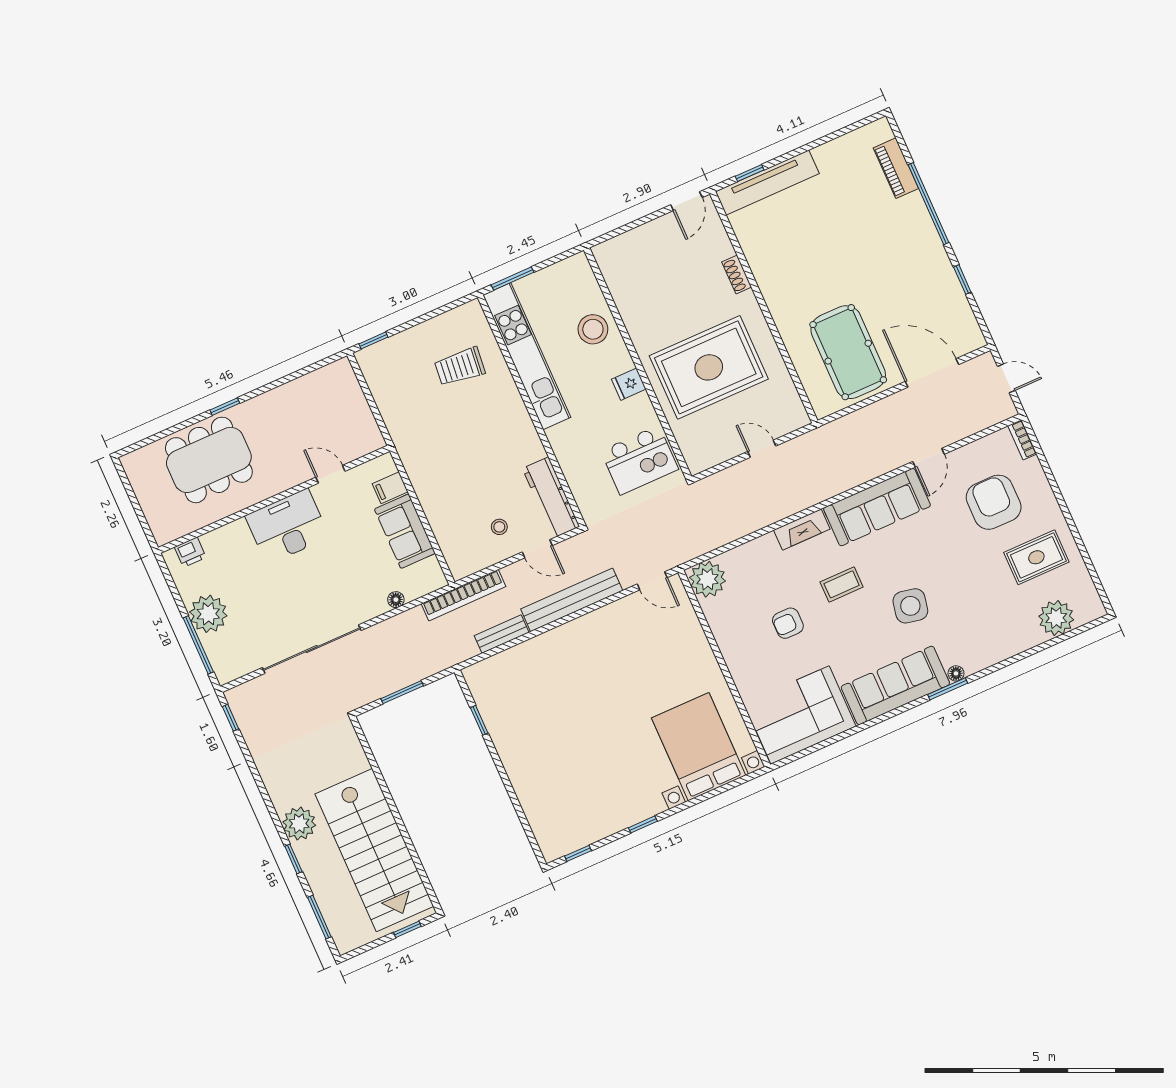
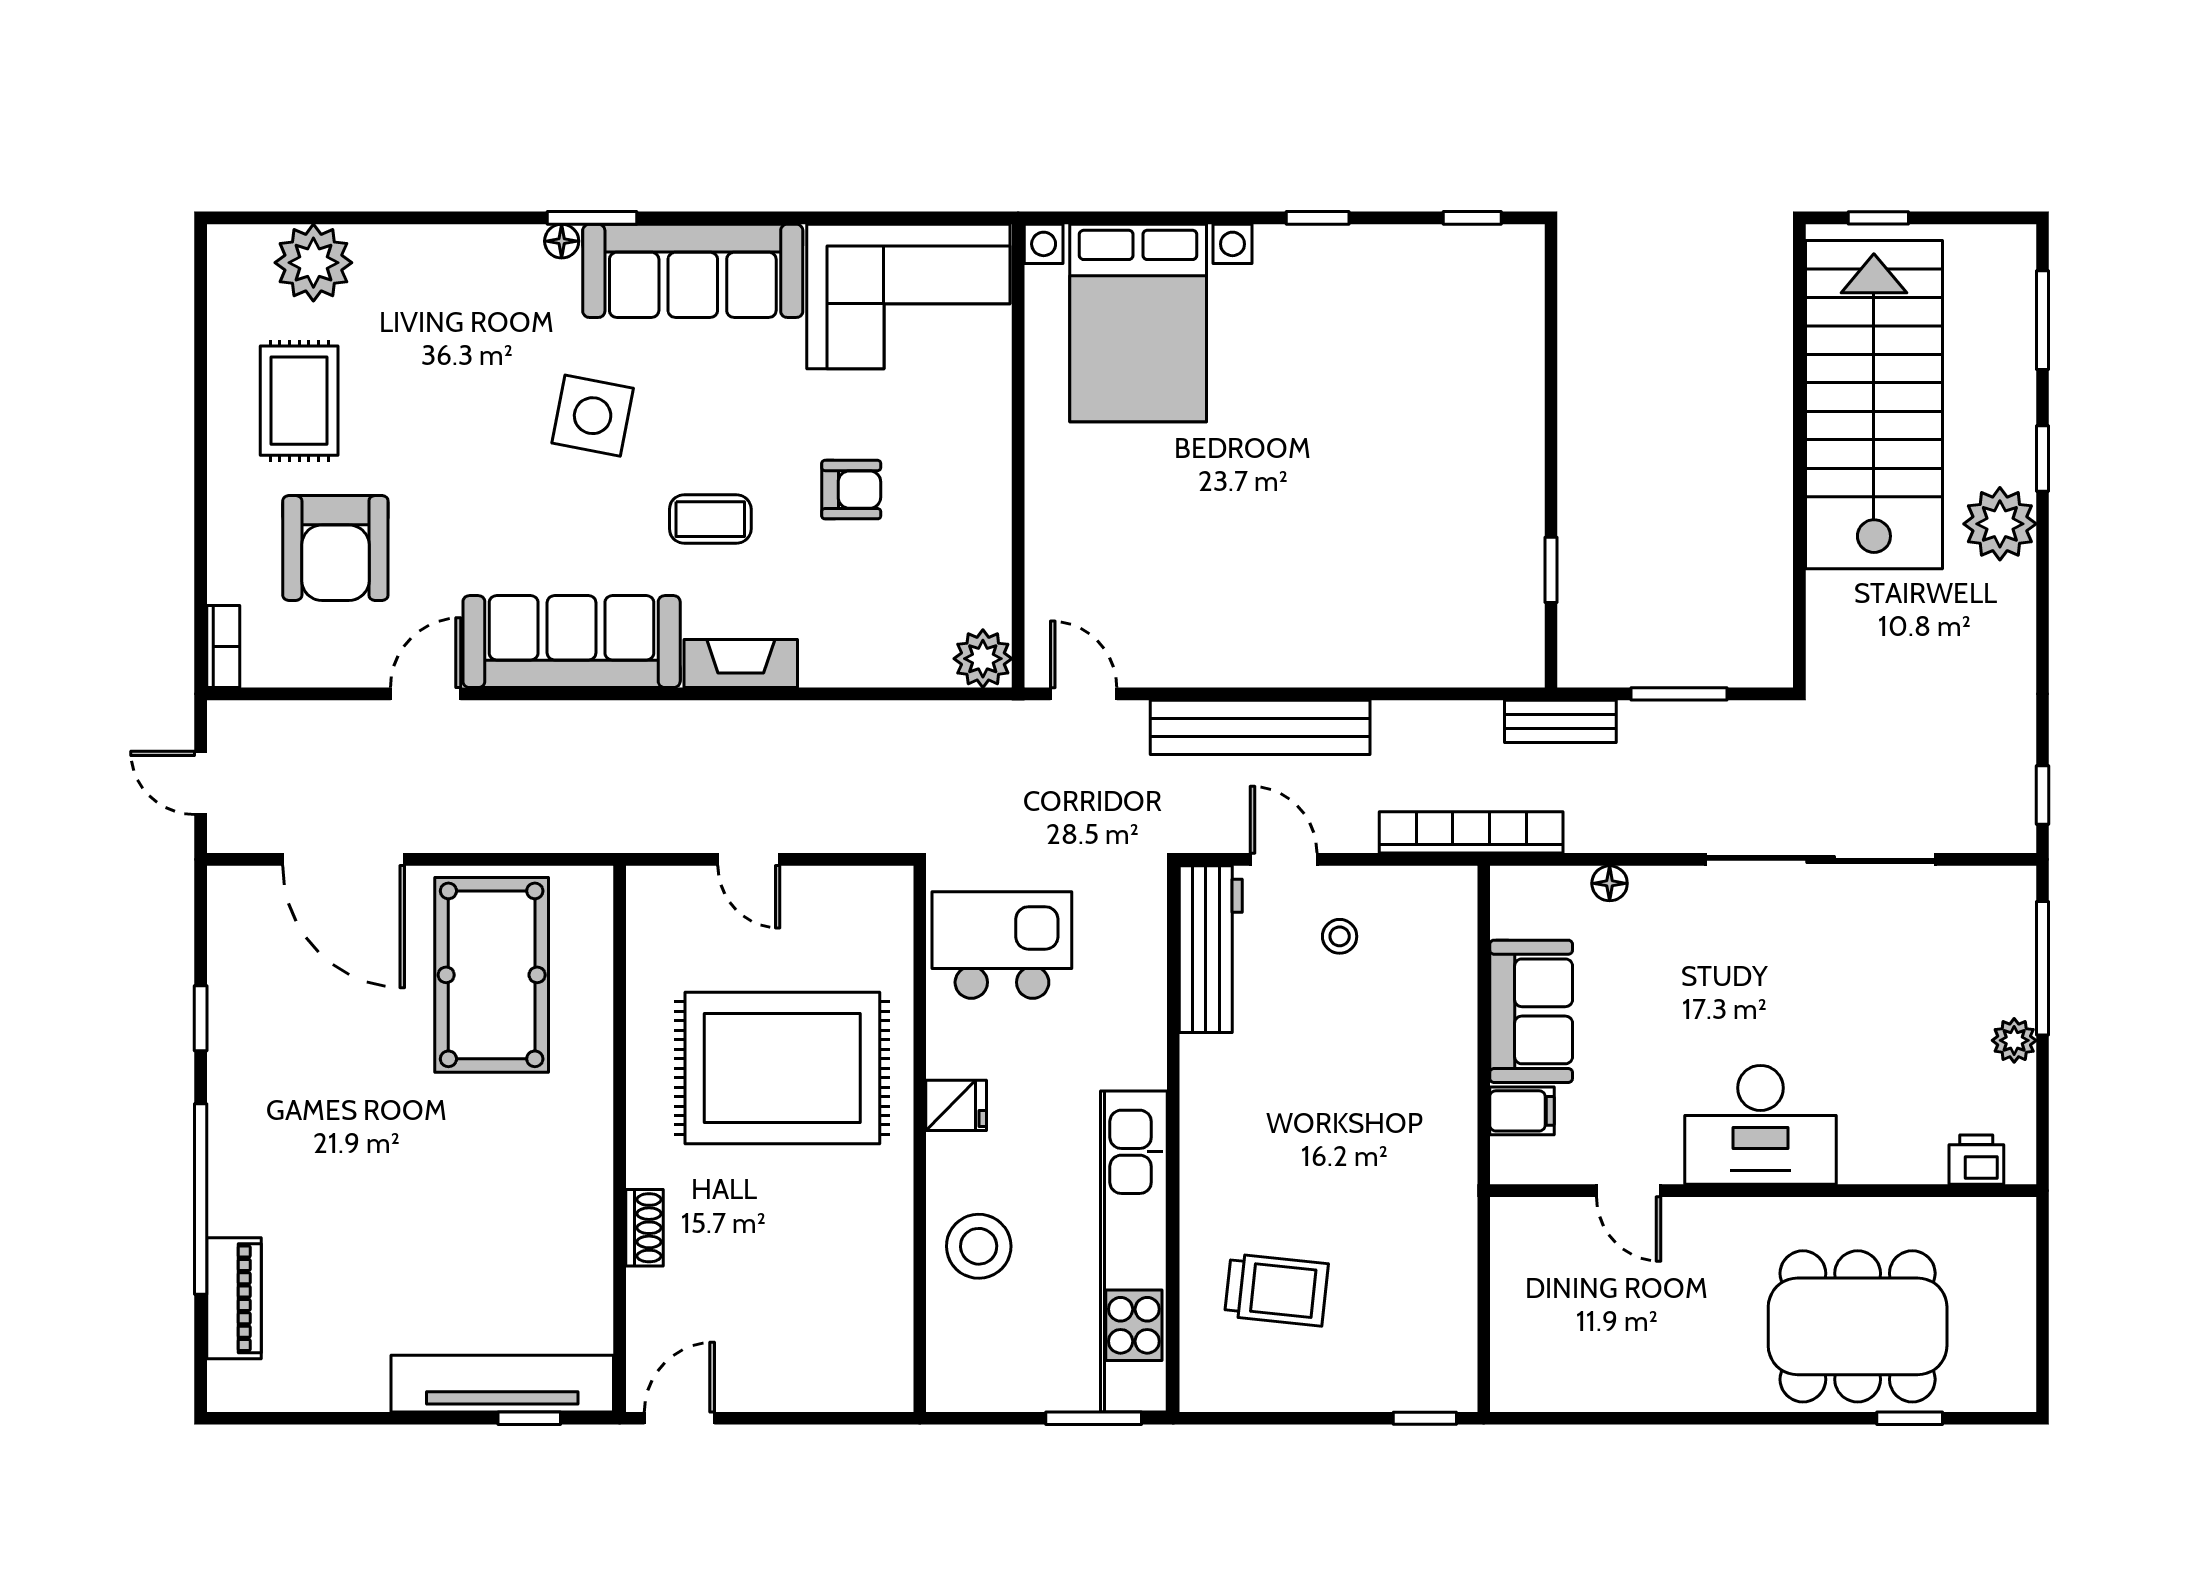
window: (225, 407) -> (1910, 1418), moved
rug: (1036, 557) -> (299, 401), turned 90
plant: (707, 579) -> (983, 659), width x0.73, depth x0.73
plant: (208, 614) -> (2014, 1040), width x0.53, depth x0.53
bench: (502, 634) -> (1560, 721), moved

